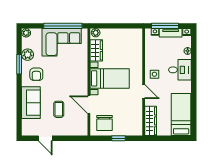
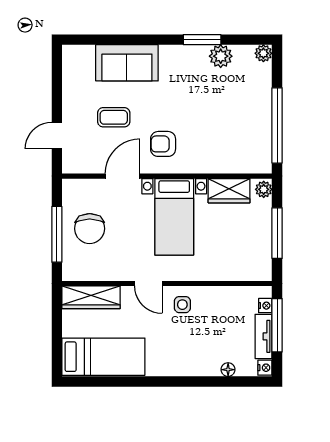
window: (118, 26) -> (277, 233), added
corner sofa: (62, 42) -> (245, 123), removed
desk: (180, 70) -> (191, 354), removed
armchair: (36, 74) -> (163, 144), moved
door: (144, 92) -> (148, 284), hinge flipped
chair: (104, 123) -> (90, 229), moved, turned -90
door: (45, 138) -> (57, 136), moved
window: (119, 138) -> (57, 234), width x2.17

